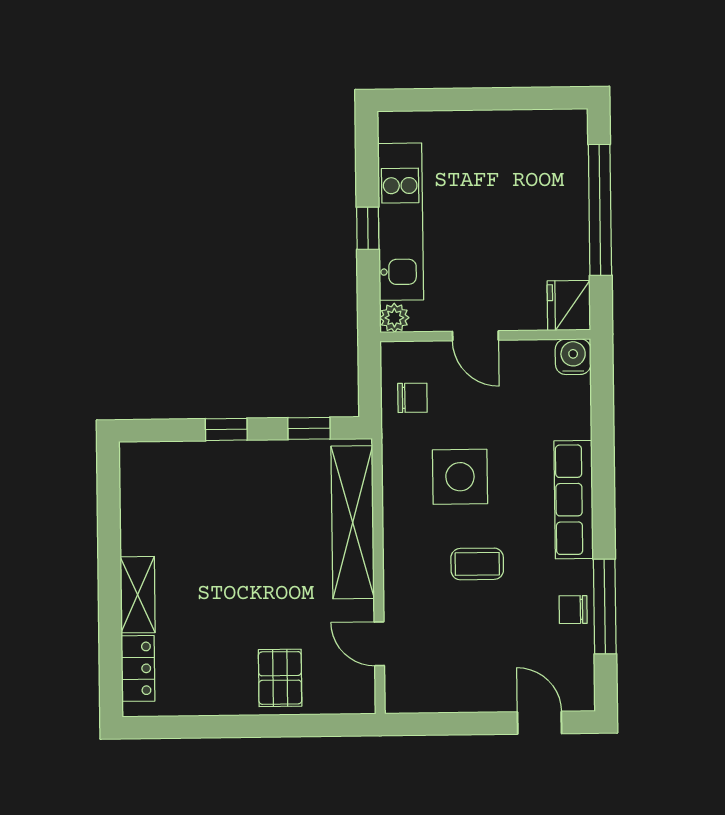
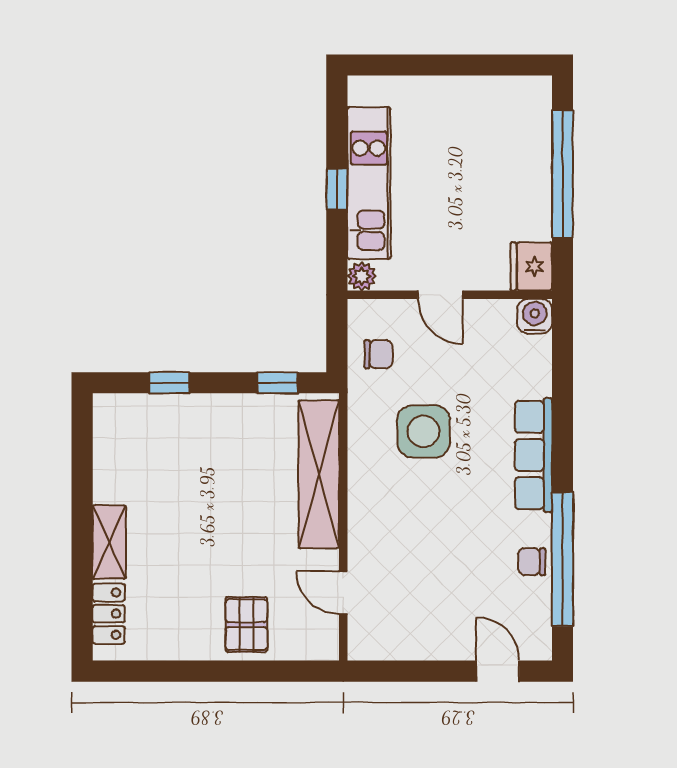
window: (226, 429) -> (169, 383), moved
coffee table: (477, 564) -> (439, 516), removed
window: (605, 606) -> (563, 559), width x1.46

